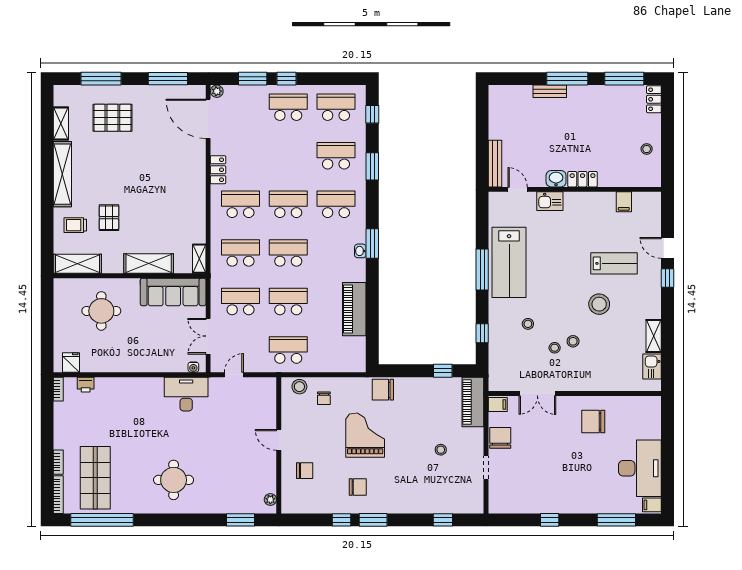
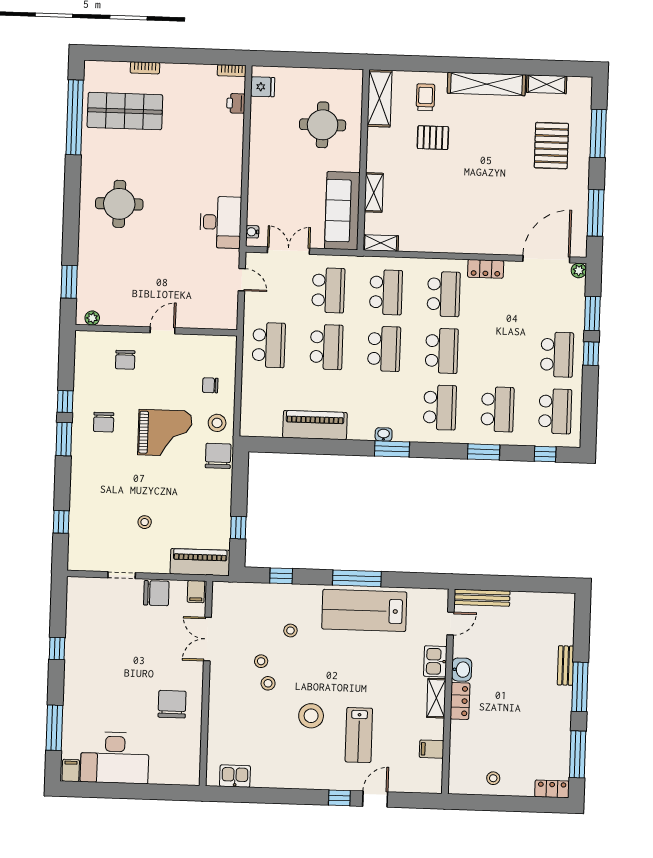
shelving: (149, 263) -> (374, 193), width x0.67, depth x0.75
shelving: (654, 336) -> (436, 698), moved, turned 90
stool: (299, 387) -> (217, 423), moved
bookcase: (58, 495) -> (106, 67), removed

